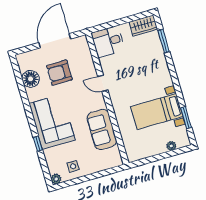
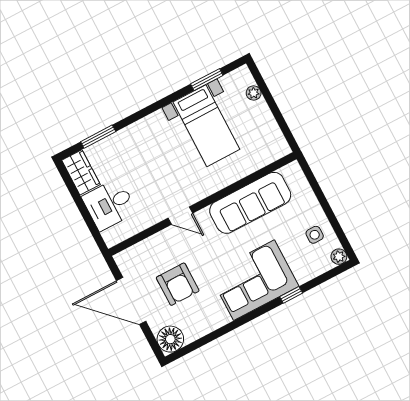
desk: (108, 42) -> (109, 204), moved, turned 90
floor lamp: (31, 79) -> (170, 339), moved
door: (103, 83) -> (180, 216), hinge flipped
sofa: (102, 129) -> (250, 203), width x1.36

